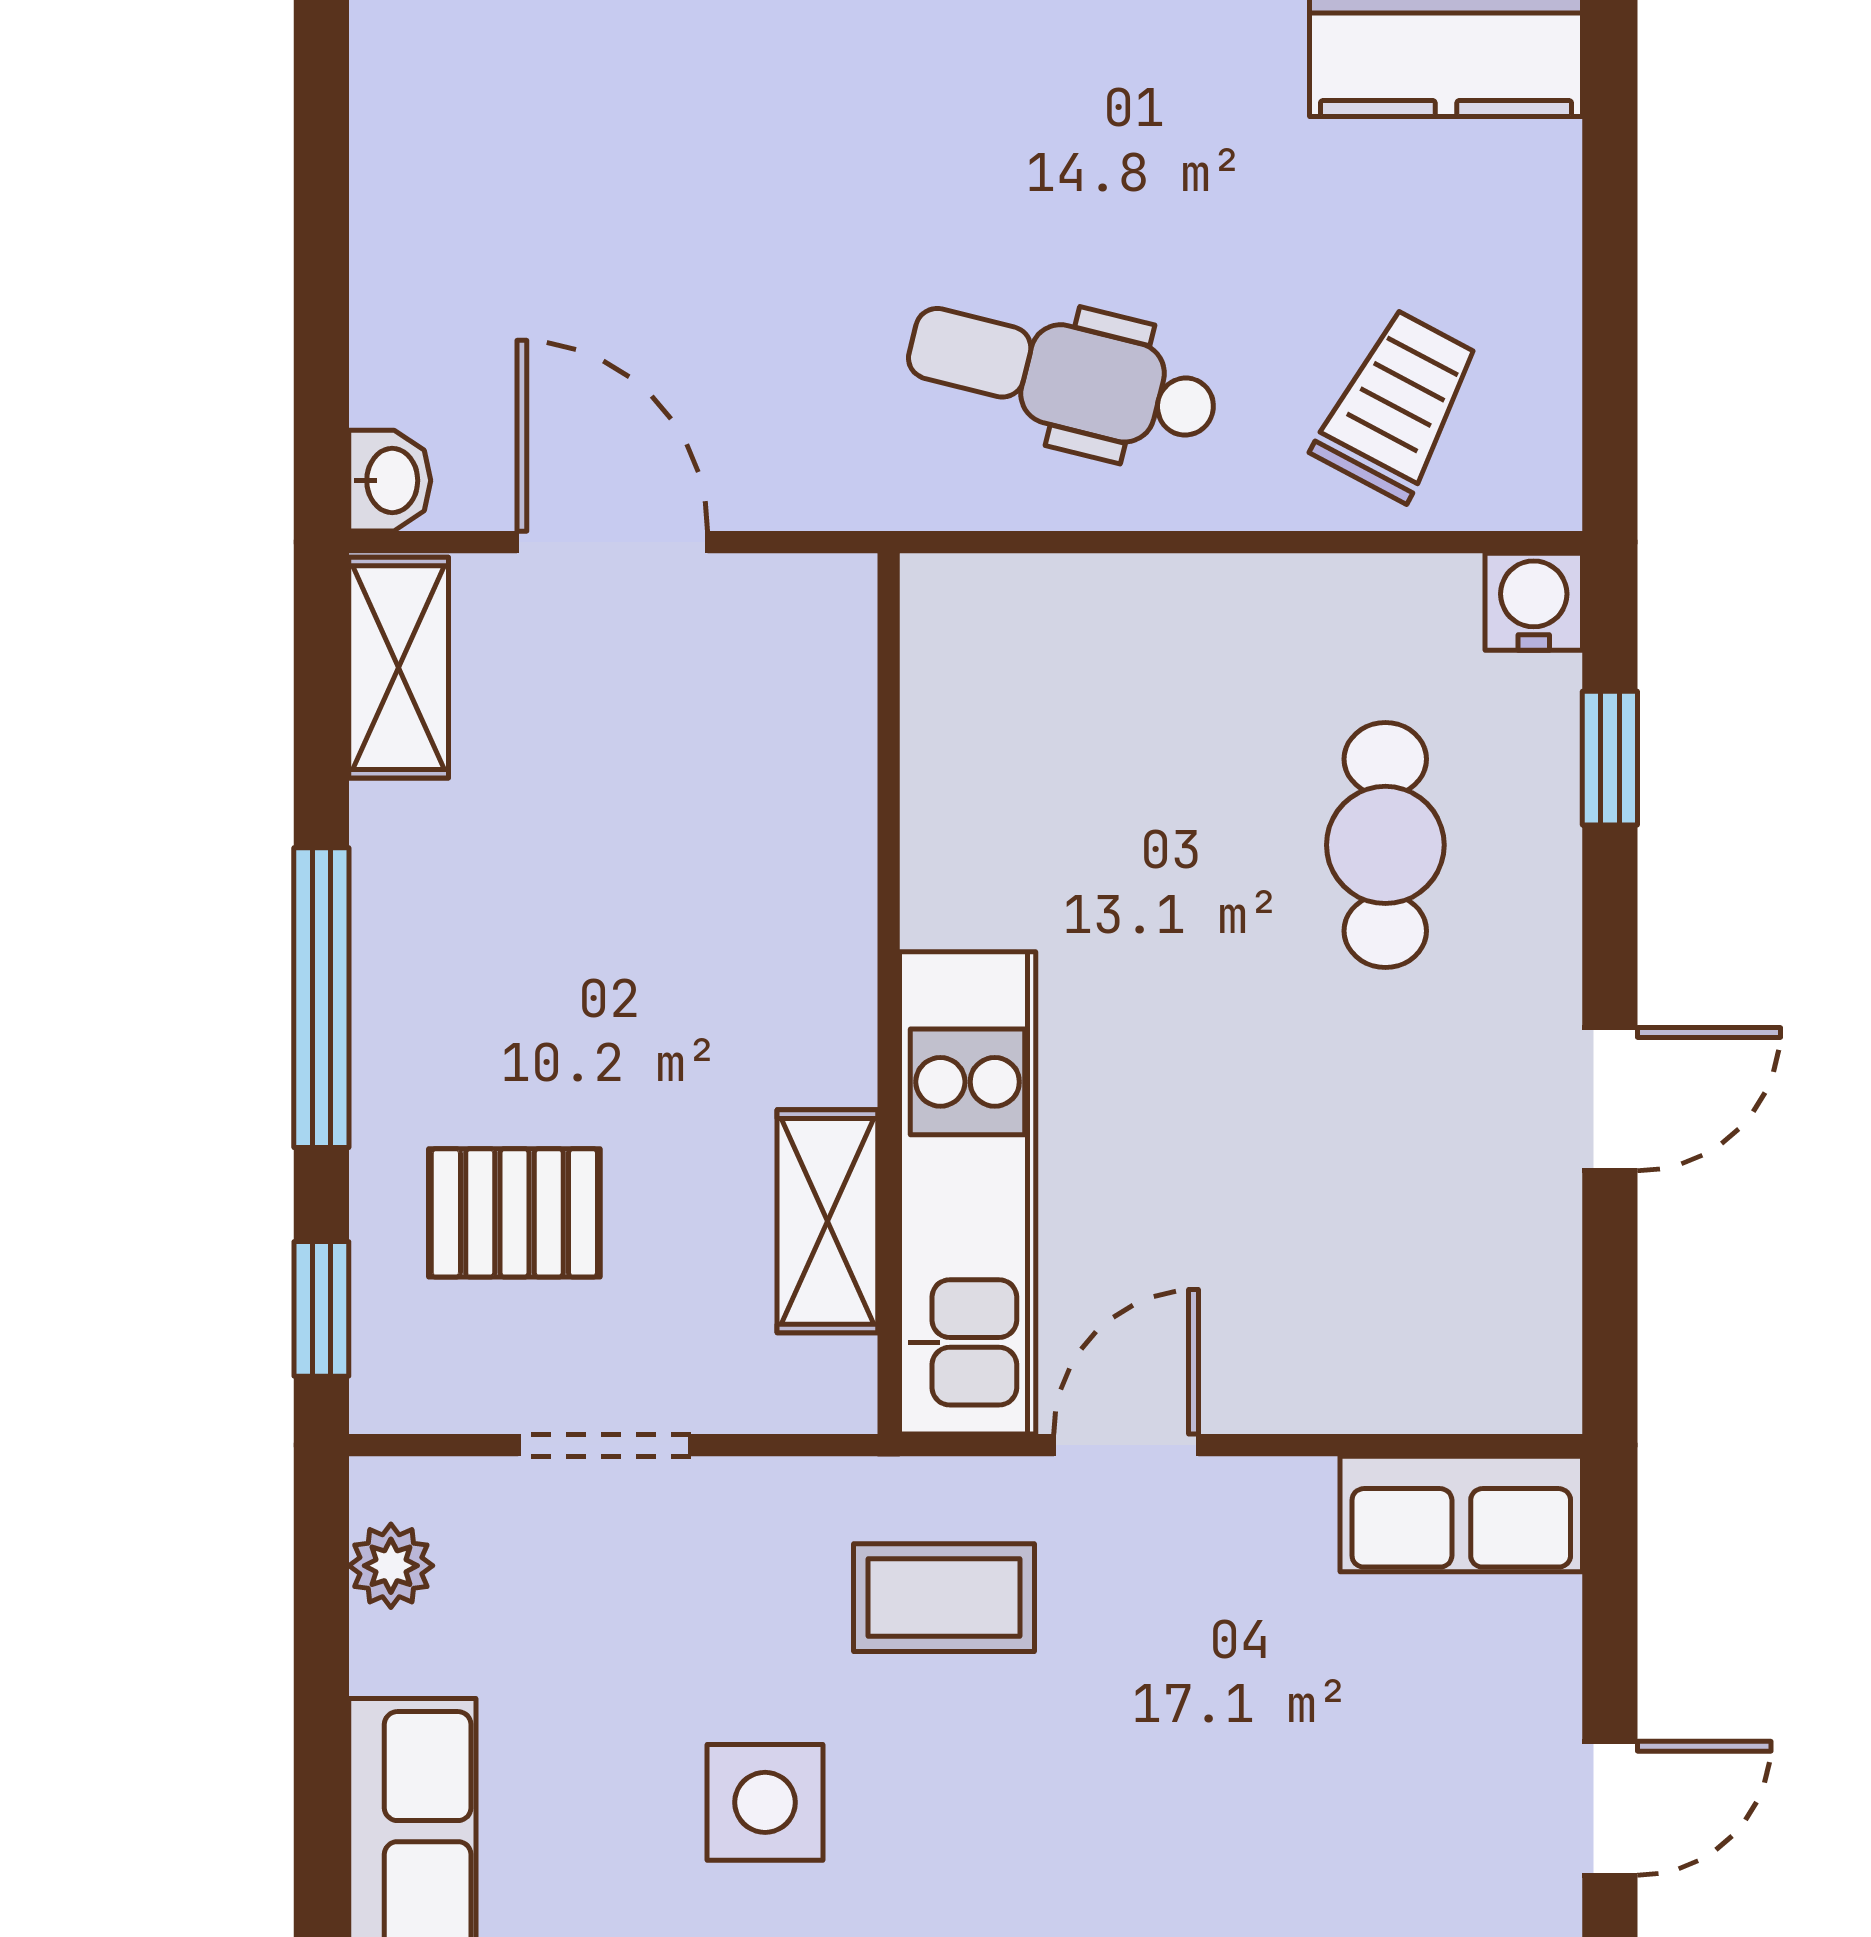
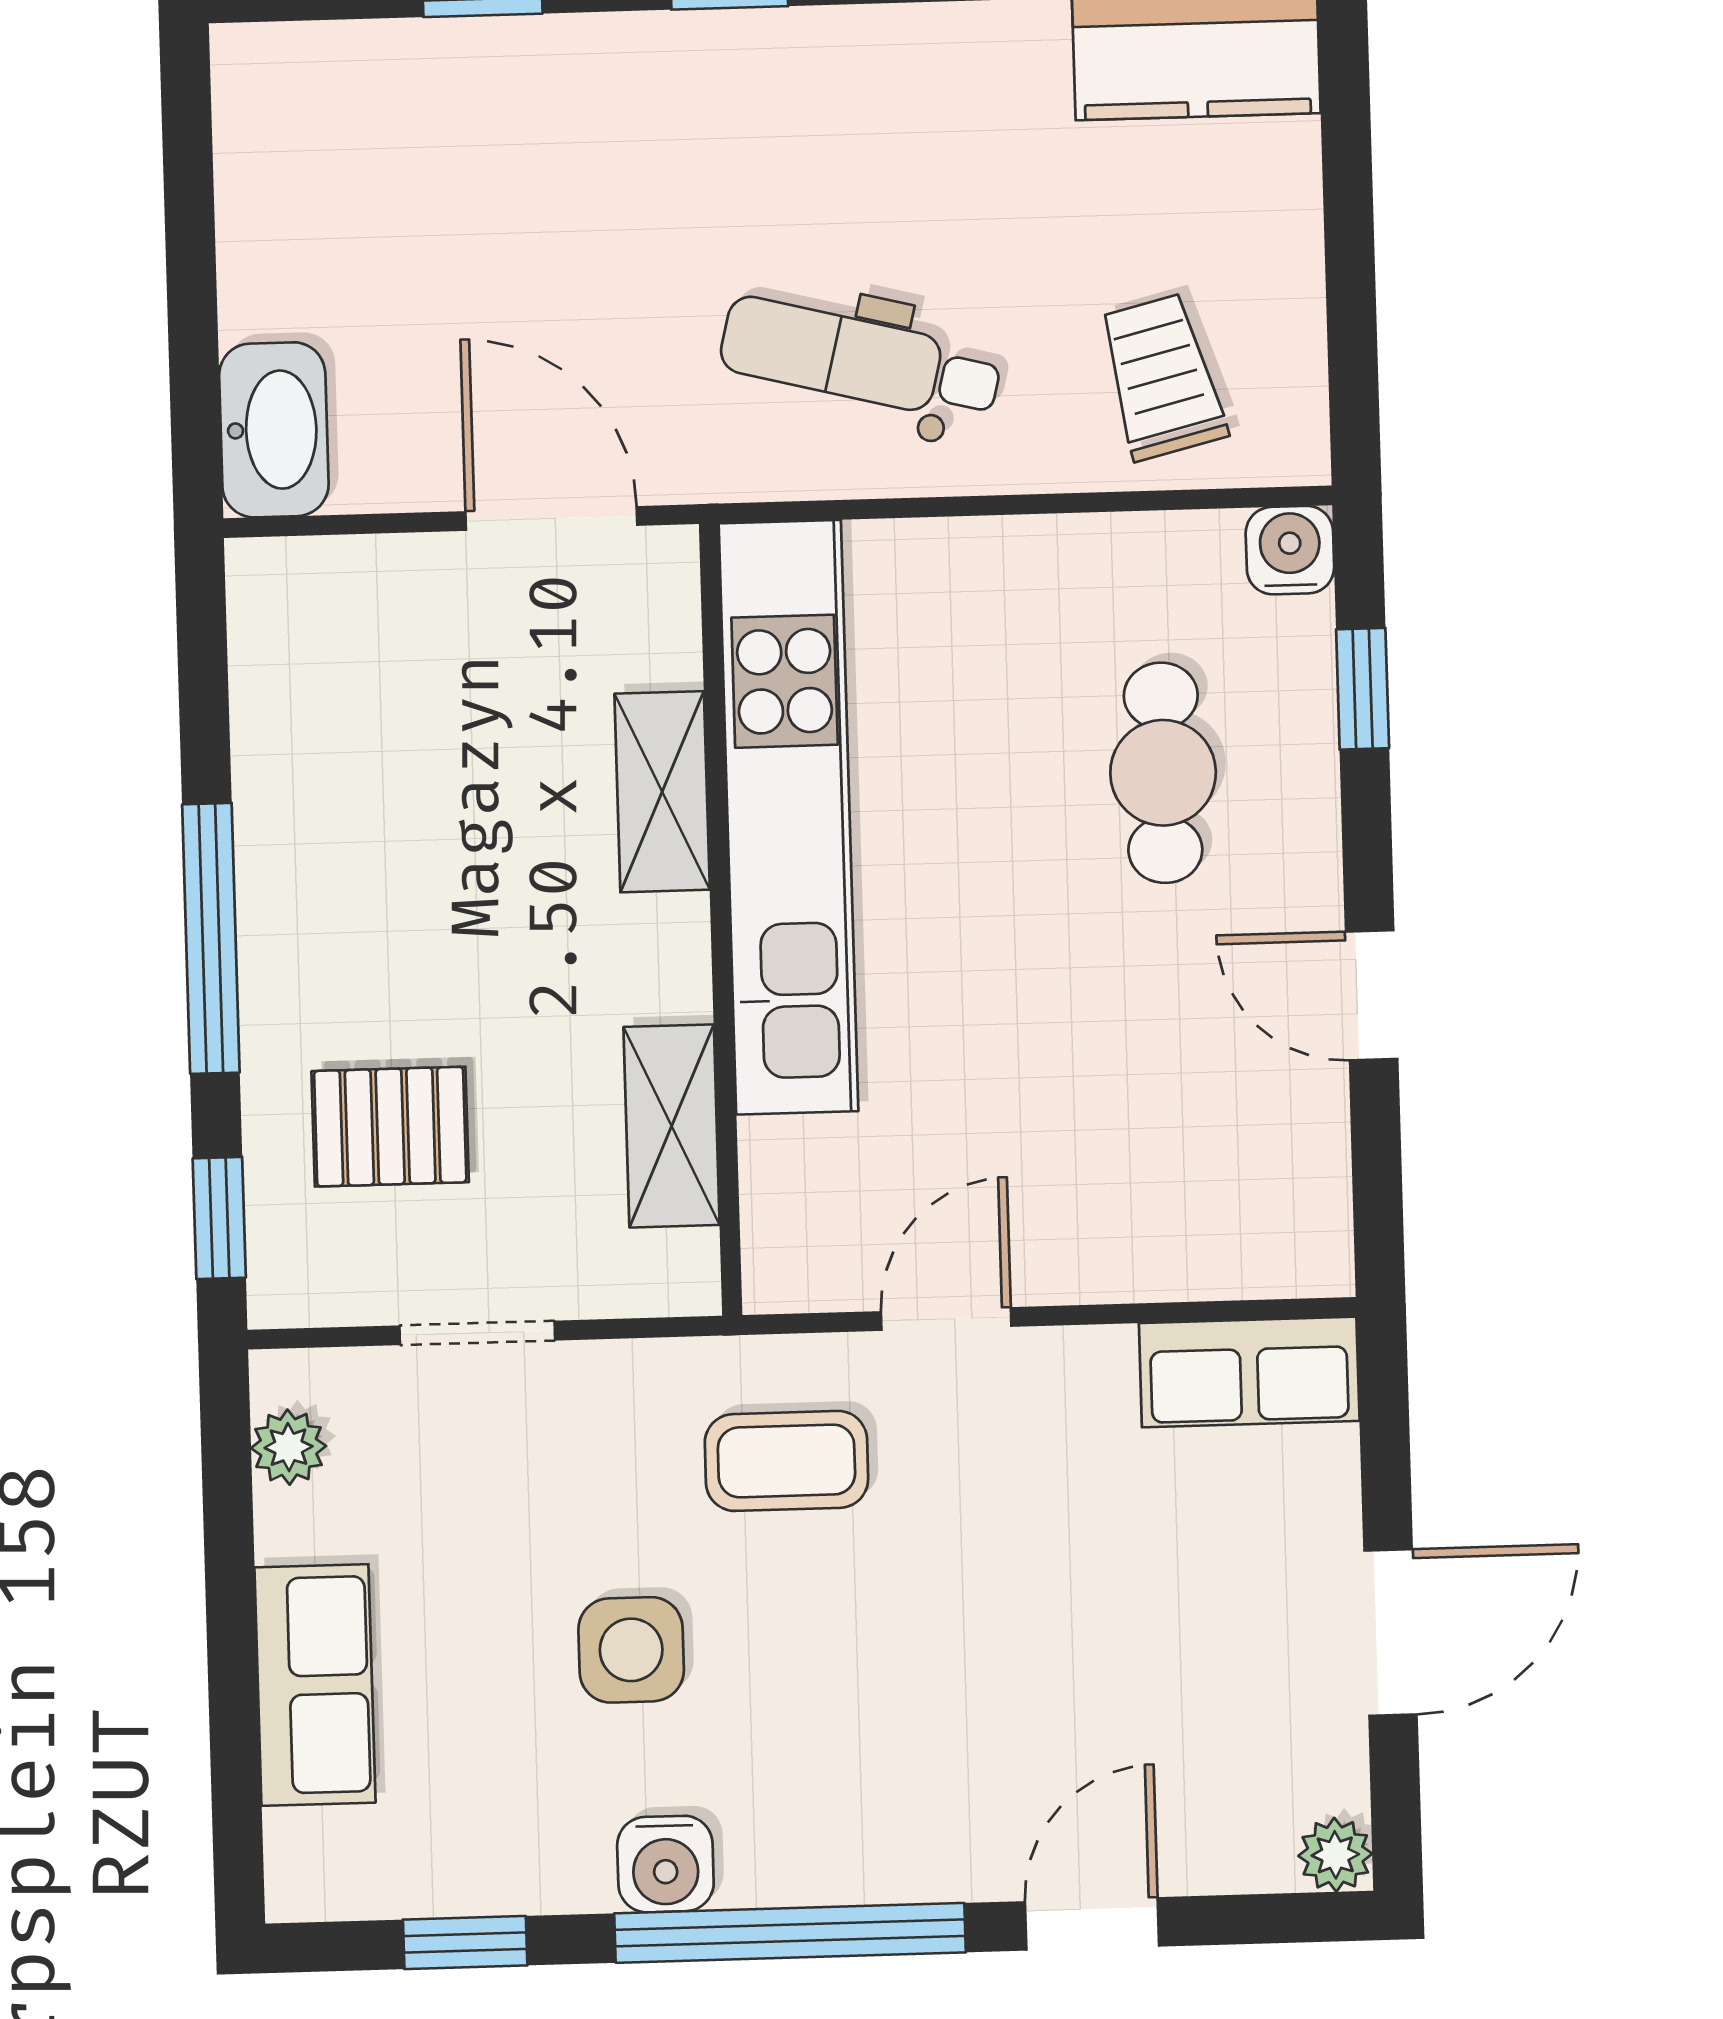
trolley: (1397, 405) -> (1162, 377), turned -42
washbasin: (390, 481) -> (274, 430), width x1.91, depth x1.45
door: (612, 542) -> (551, 518), moved
shelving: (399, 668) -> (662, 792), moved
door: (1610, 1099) -> (1372, 995), swing flipped
kitchen unit: (968, 1193) -> (789, 817), moved, width x1.36
door: (1610, 1808) -> (1391, 1633), width x1.38

